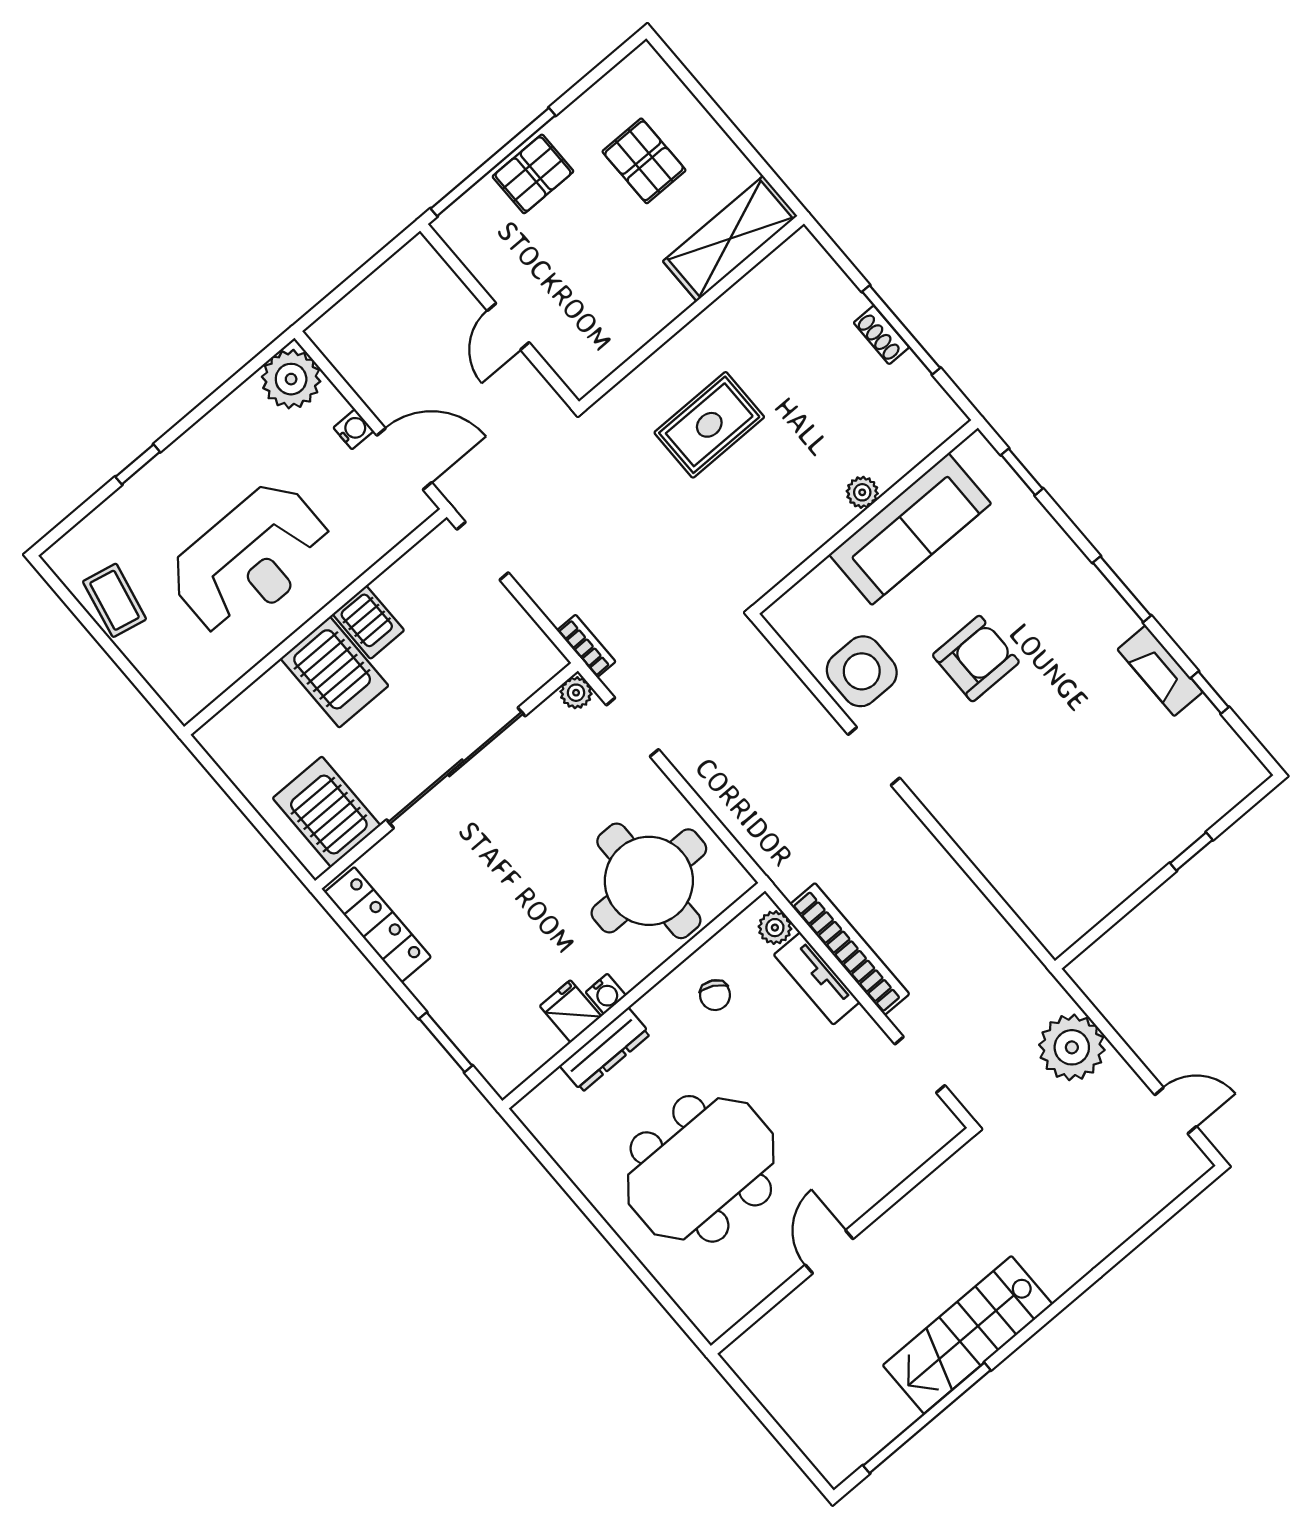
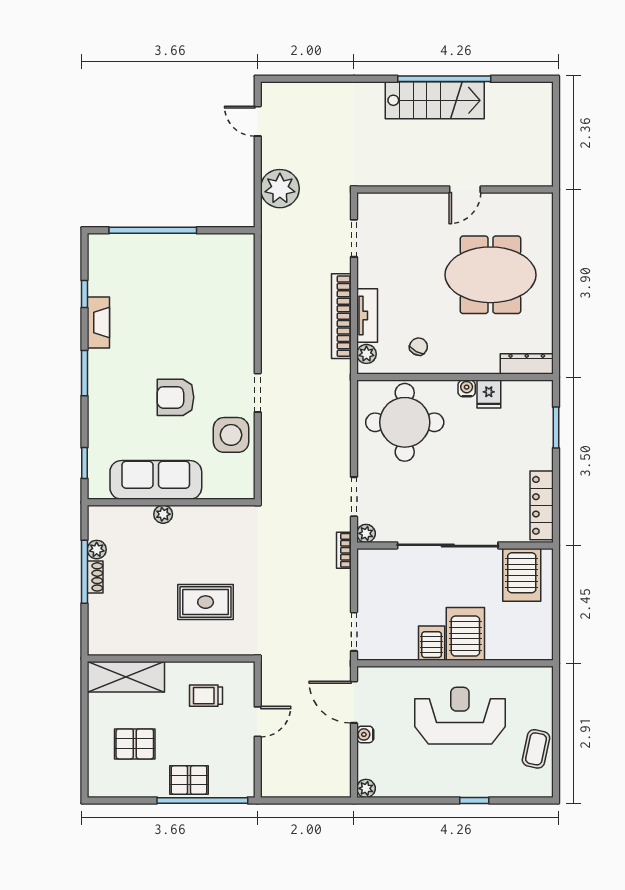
pallet: (644, 161) -> (135, 744), turned 90
trolley: (605, 303) -> (206, 696), added
plant: (910, 372) -> (97, 550), added
plant: (291, 379) -> (366, 788), width x0.53, depth x0.53
window: (1191, 852) -> (153, 230), width x3.17
dresser: (605, 1050) -> (527, 364), moved
window: (927, 1418) -> (444, 79), moved

